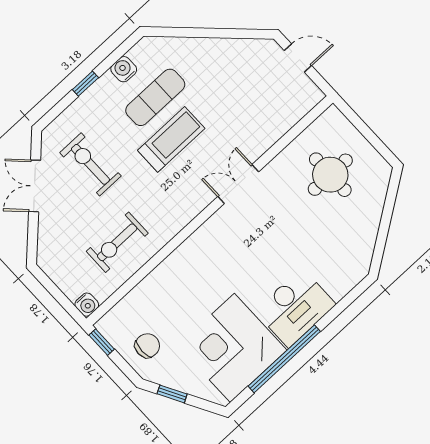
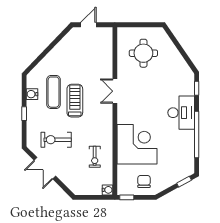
exercise bike: (117, 242) -> (95, 157), width x0.73, depth x0.72
window: (351, 298) -> (197, 88), added
corner desk: (232, 348) -> (137, 144), moved, turned 180
window: (172, 394) -> (184, 182), moved

